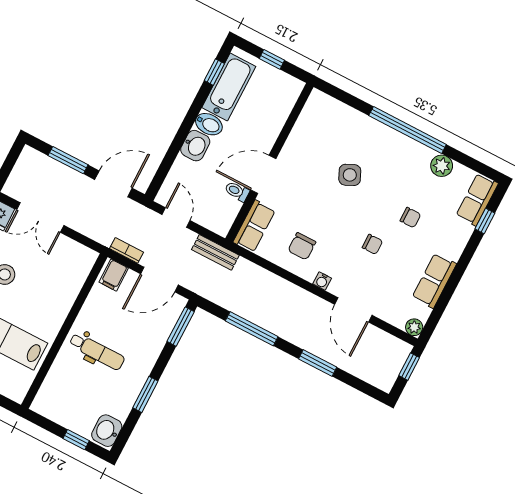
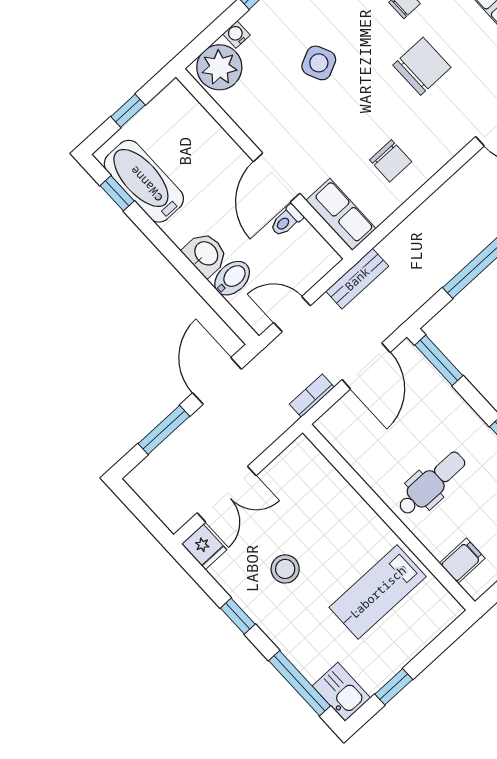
plant: (323, 110) -> (219, 67), added
bidet: (209, 124) -> (232, 278), moved
chair: (372, 244) -> (422, 66), width x1.87, depth x1.87
filing cabinet: (114, 275) -> (462, 561), moved, turned -90
water cooler: (322, 281) -> (236, 34), moved, turned 180

